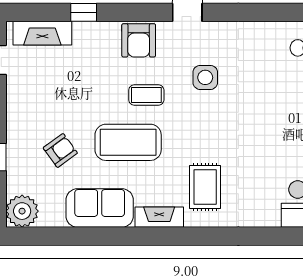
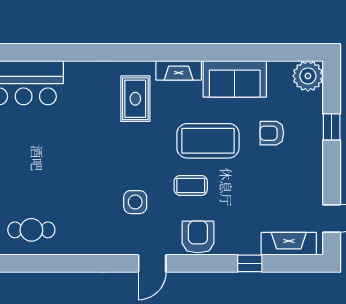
armchair: (60, 150) -> (272, 133), turned 36

